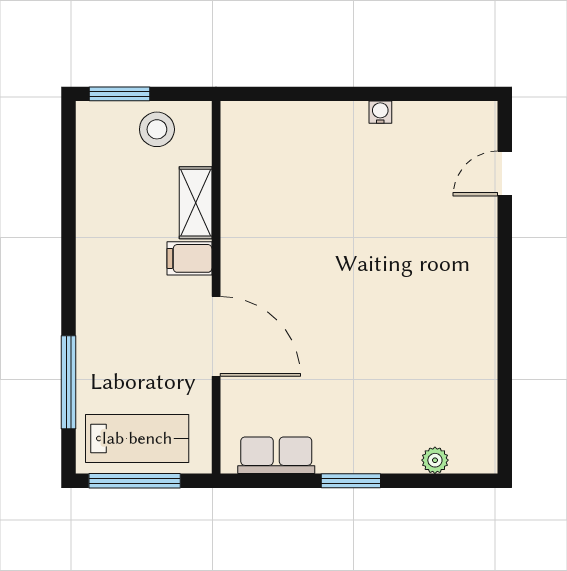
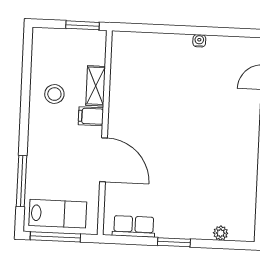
window: (119, 94) -> (82, 25), moved
stool: (157, 129) -> (54, 94), moved

